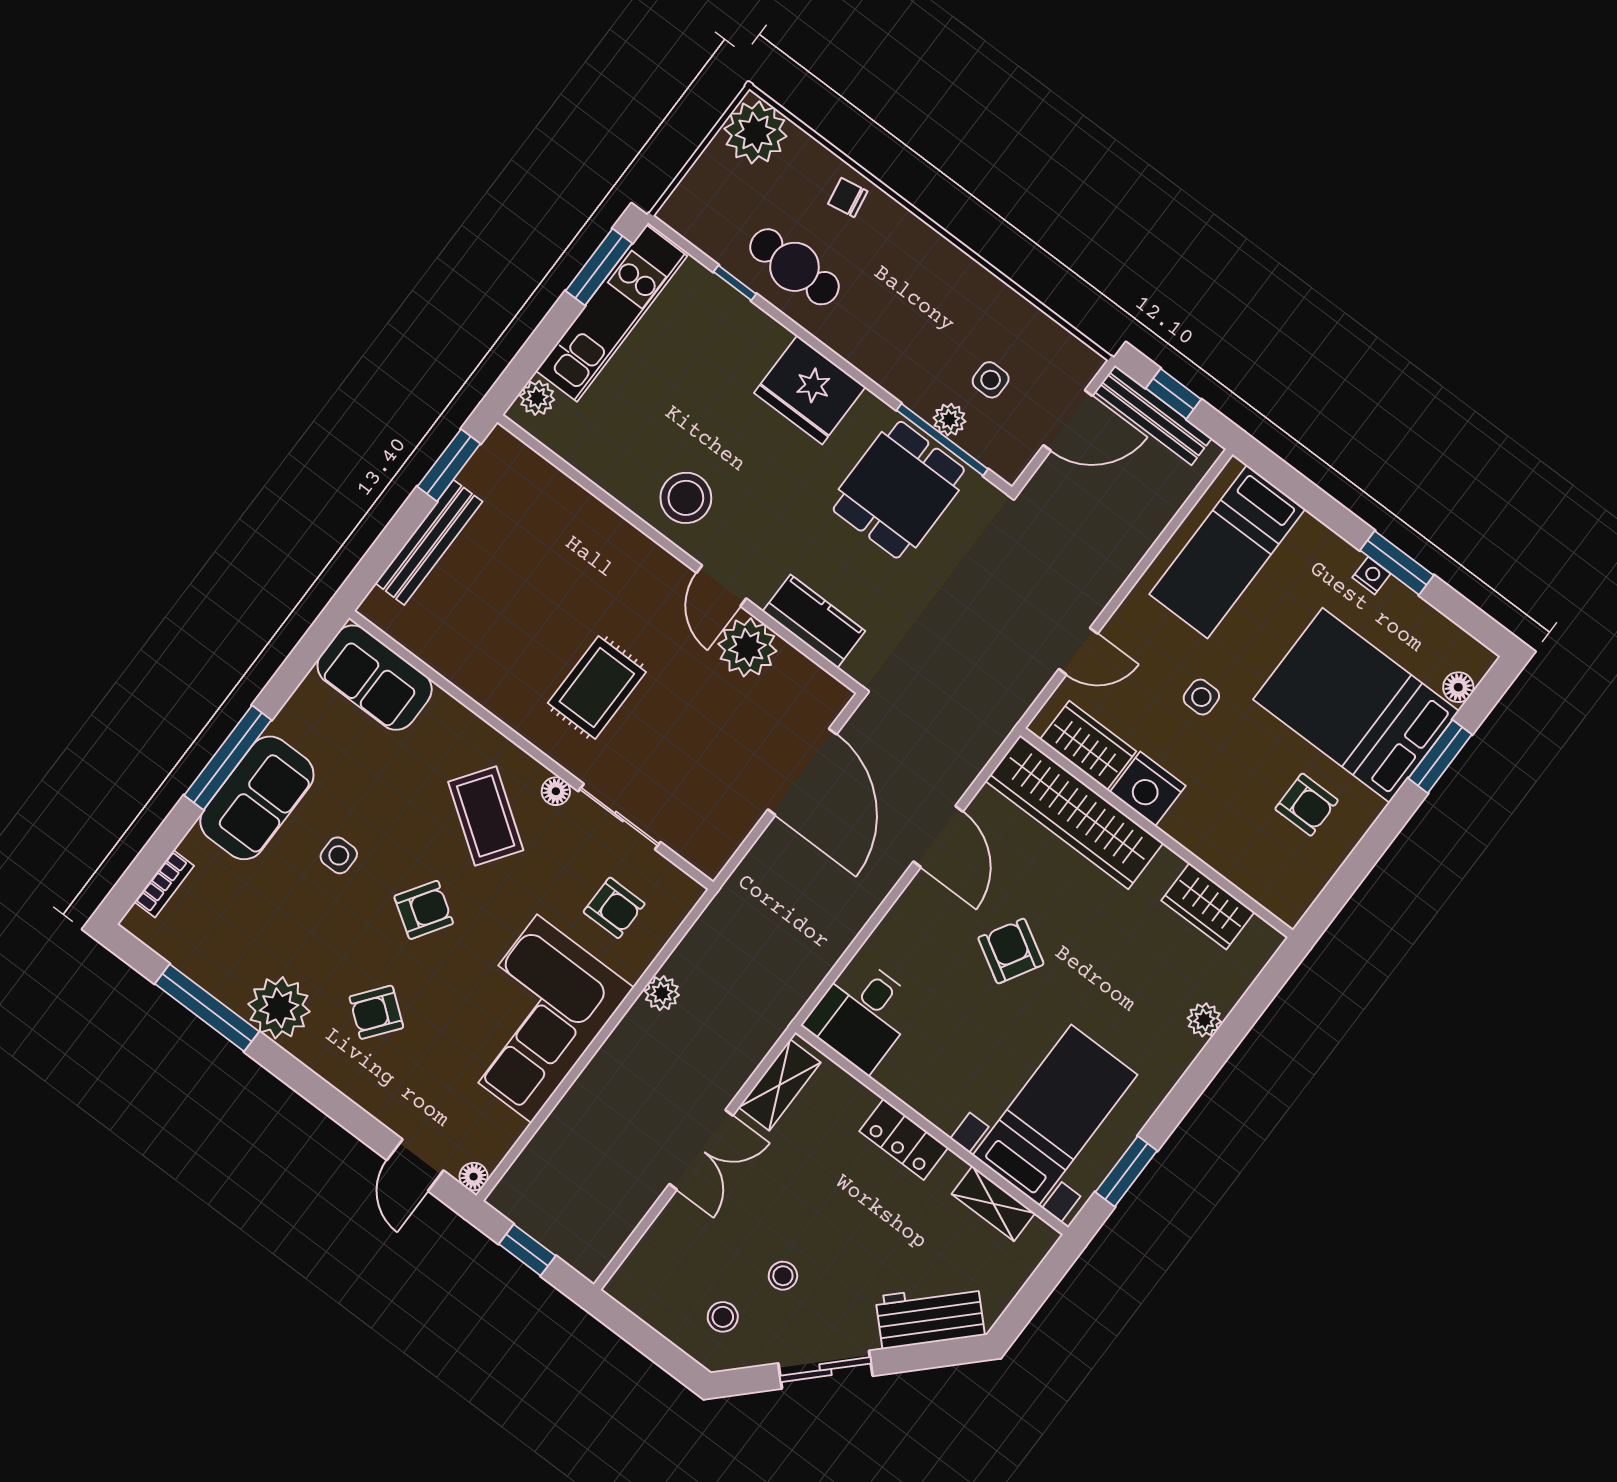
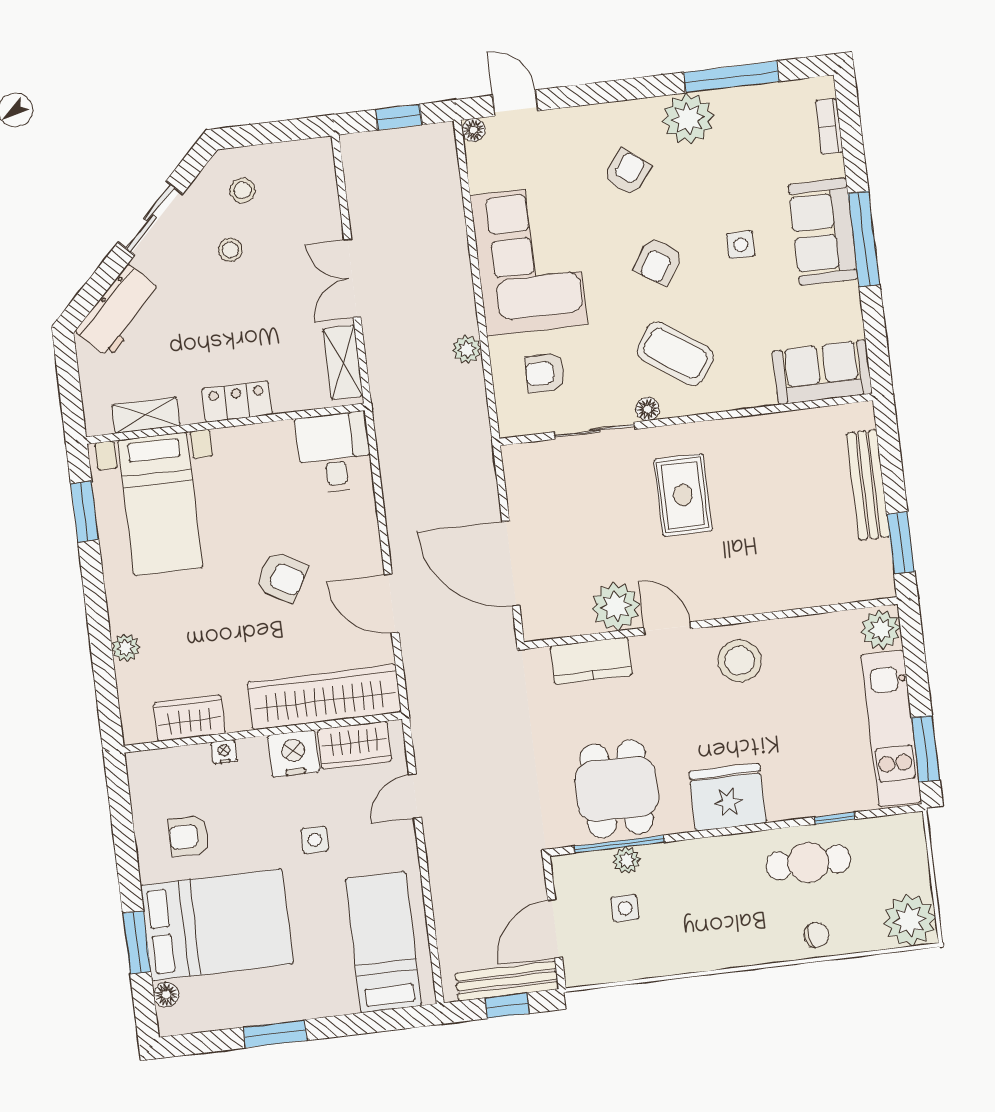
plant: (537, 398) -> (881, 630), width x1.38, depth x1.38
nightstand: (1371, 576) -> (224, 752), moved, turned 180

